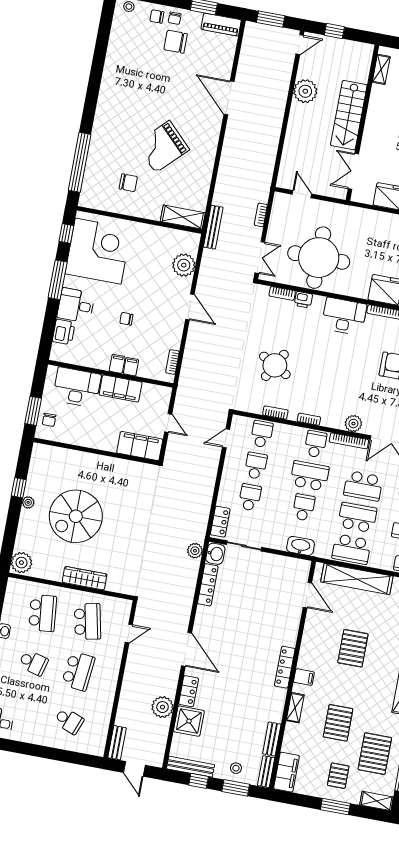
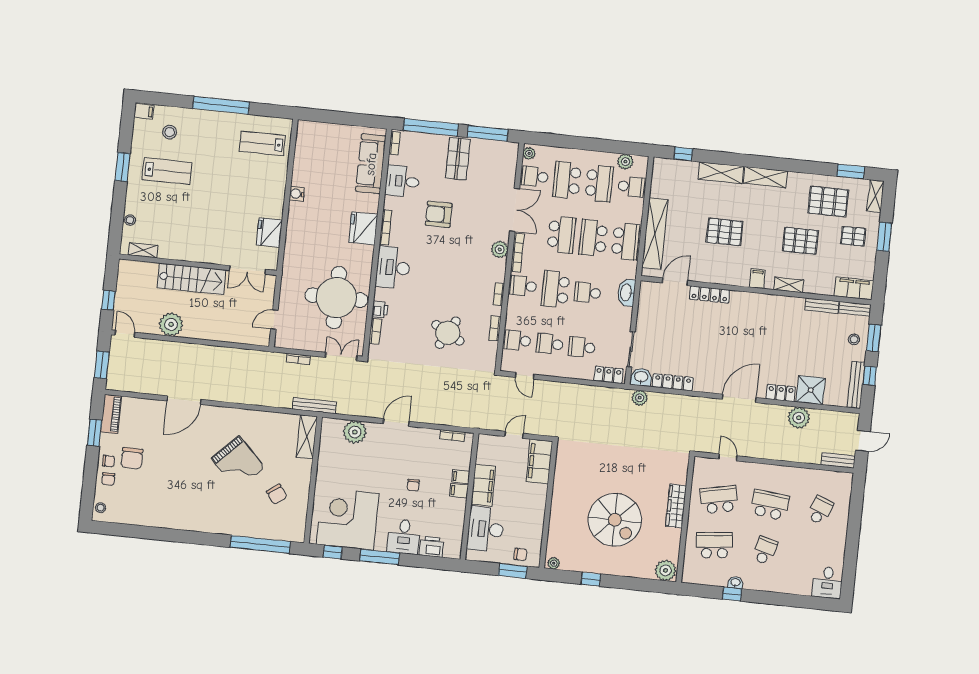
chair: (128, 183) -> (277, 494), turned 144
plant: (28, 502) -> (554, 563), moved
locker: (285, 667) -> (710, 294), moved

